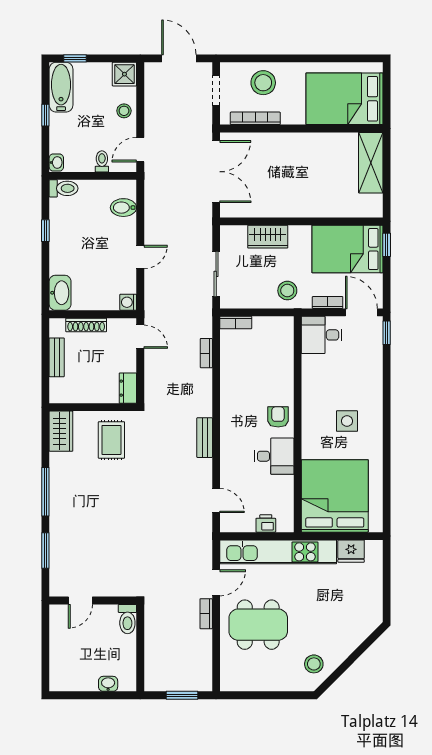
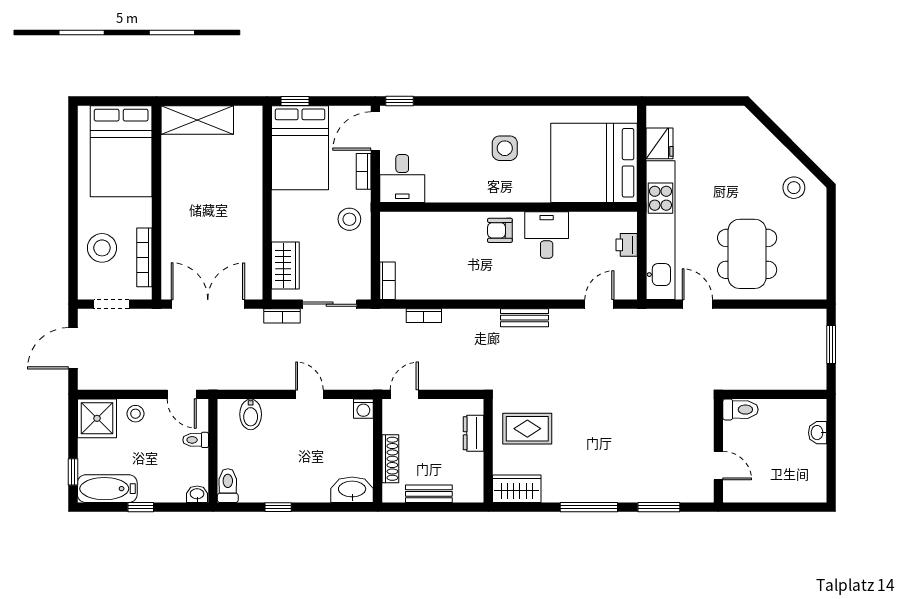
shower: (124, 74) -> (97, 418), width x1.36, depth x1.36
wardrobe: (268, 237) -> (285, 265), moved
dresser: (128, 388) -> (473, 433), moved, turned 90
bookcase: (206, 614) -> (282, 316), moved

